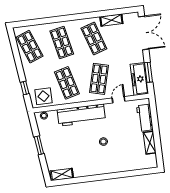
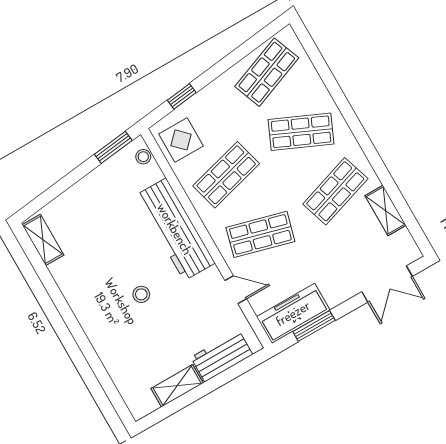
double door: (144, 33) -> (387, 284), width x0.73
shop shelf: (62, 43) -> (301, 132), turned 36
window: (39, 145) -> (113, 147), moved

